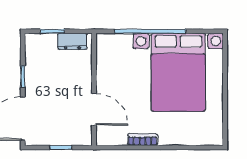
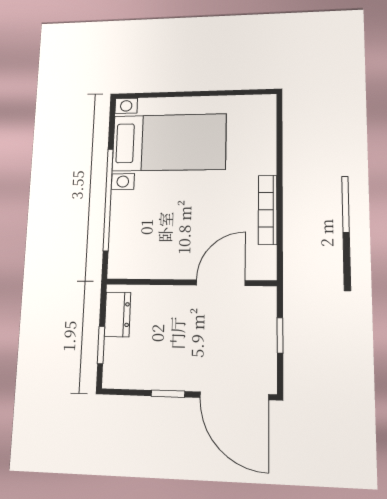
bed with nightstands: (178, 72) -> (169, 142), width x0.73
bookcase: (142, 140) -> (268, 210), width x1.56

